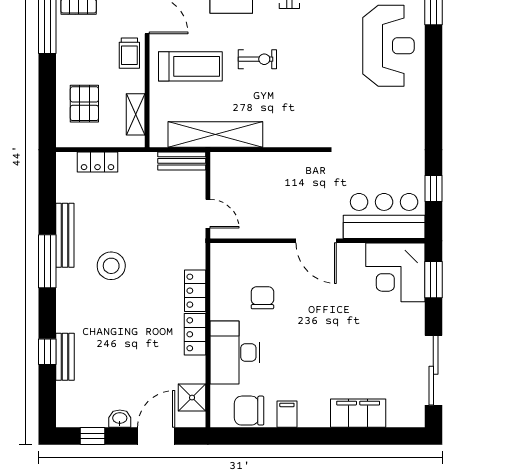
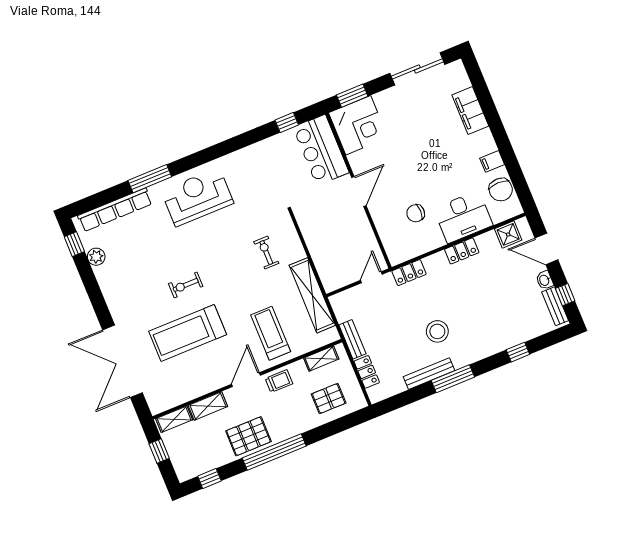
exercise bike: (257, 59) -> (266, 253), moved
bench: (182, 161) -> (352, 339), moved
locker: (195, 291) -> (409, 273), moved
bench: (65, 357) -> (555, 306), moved, turned 90

